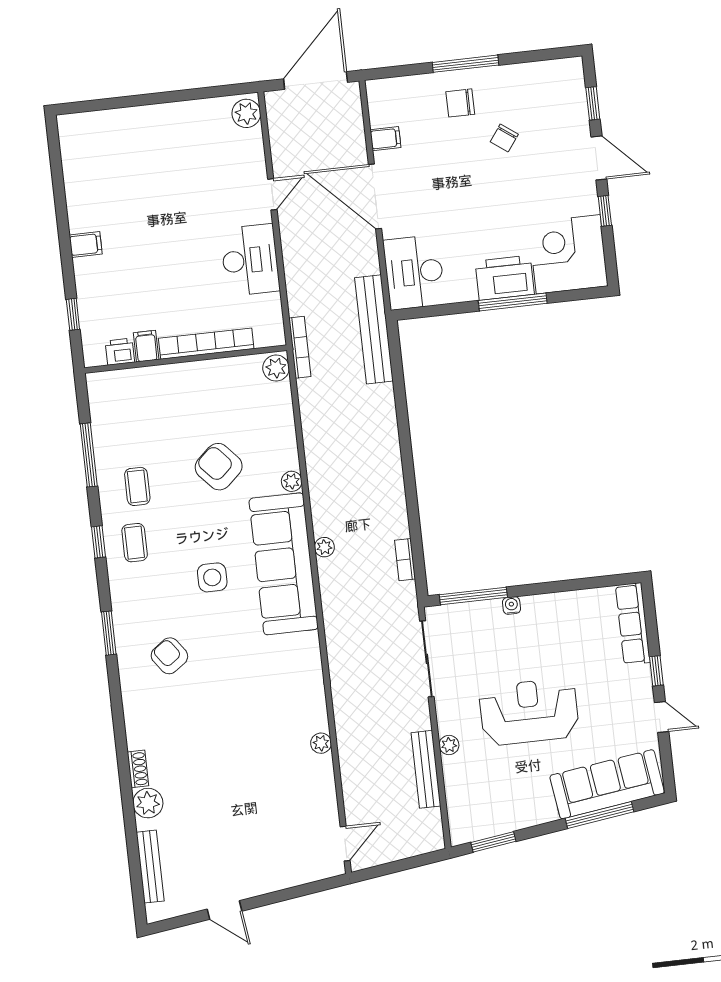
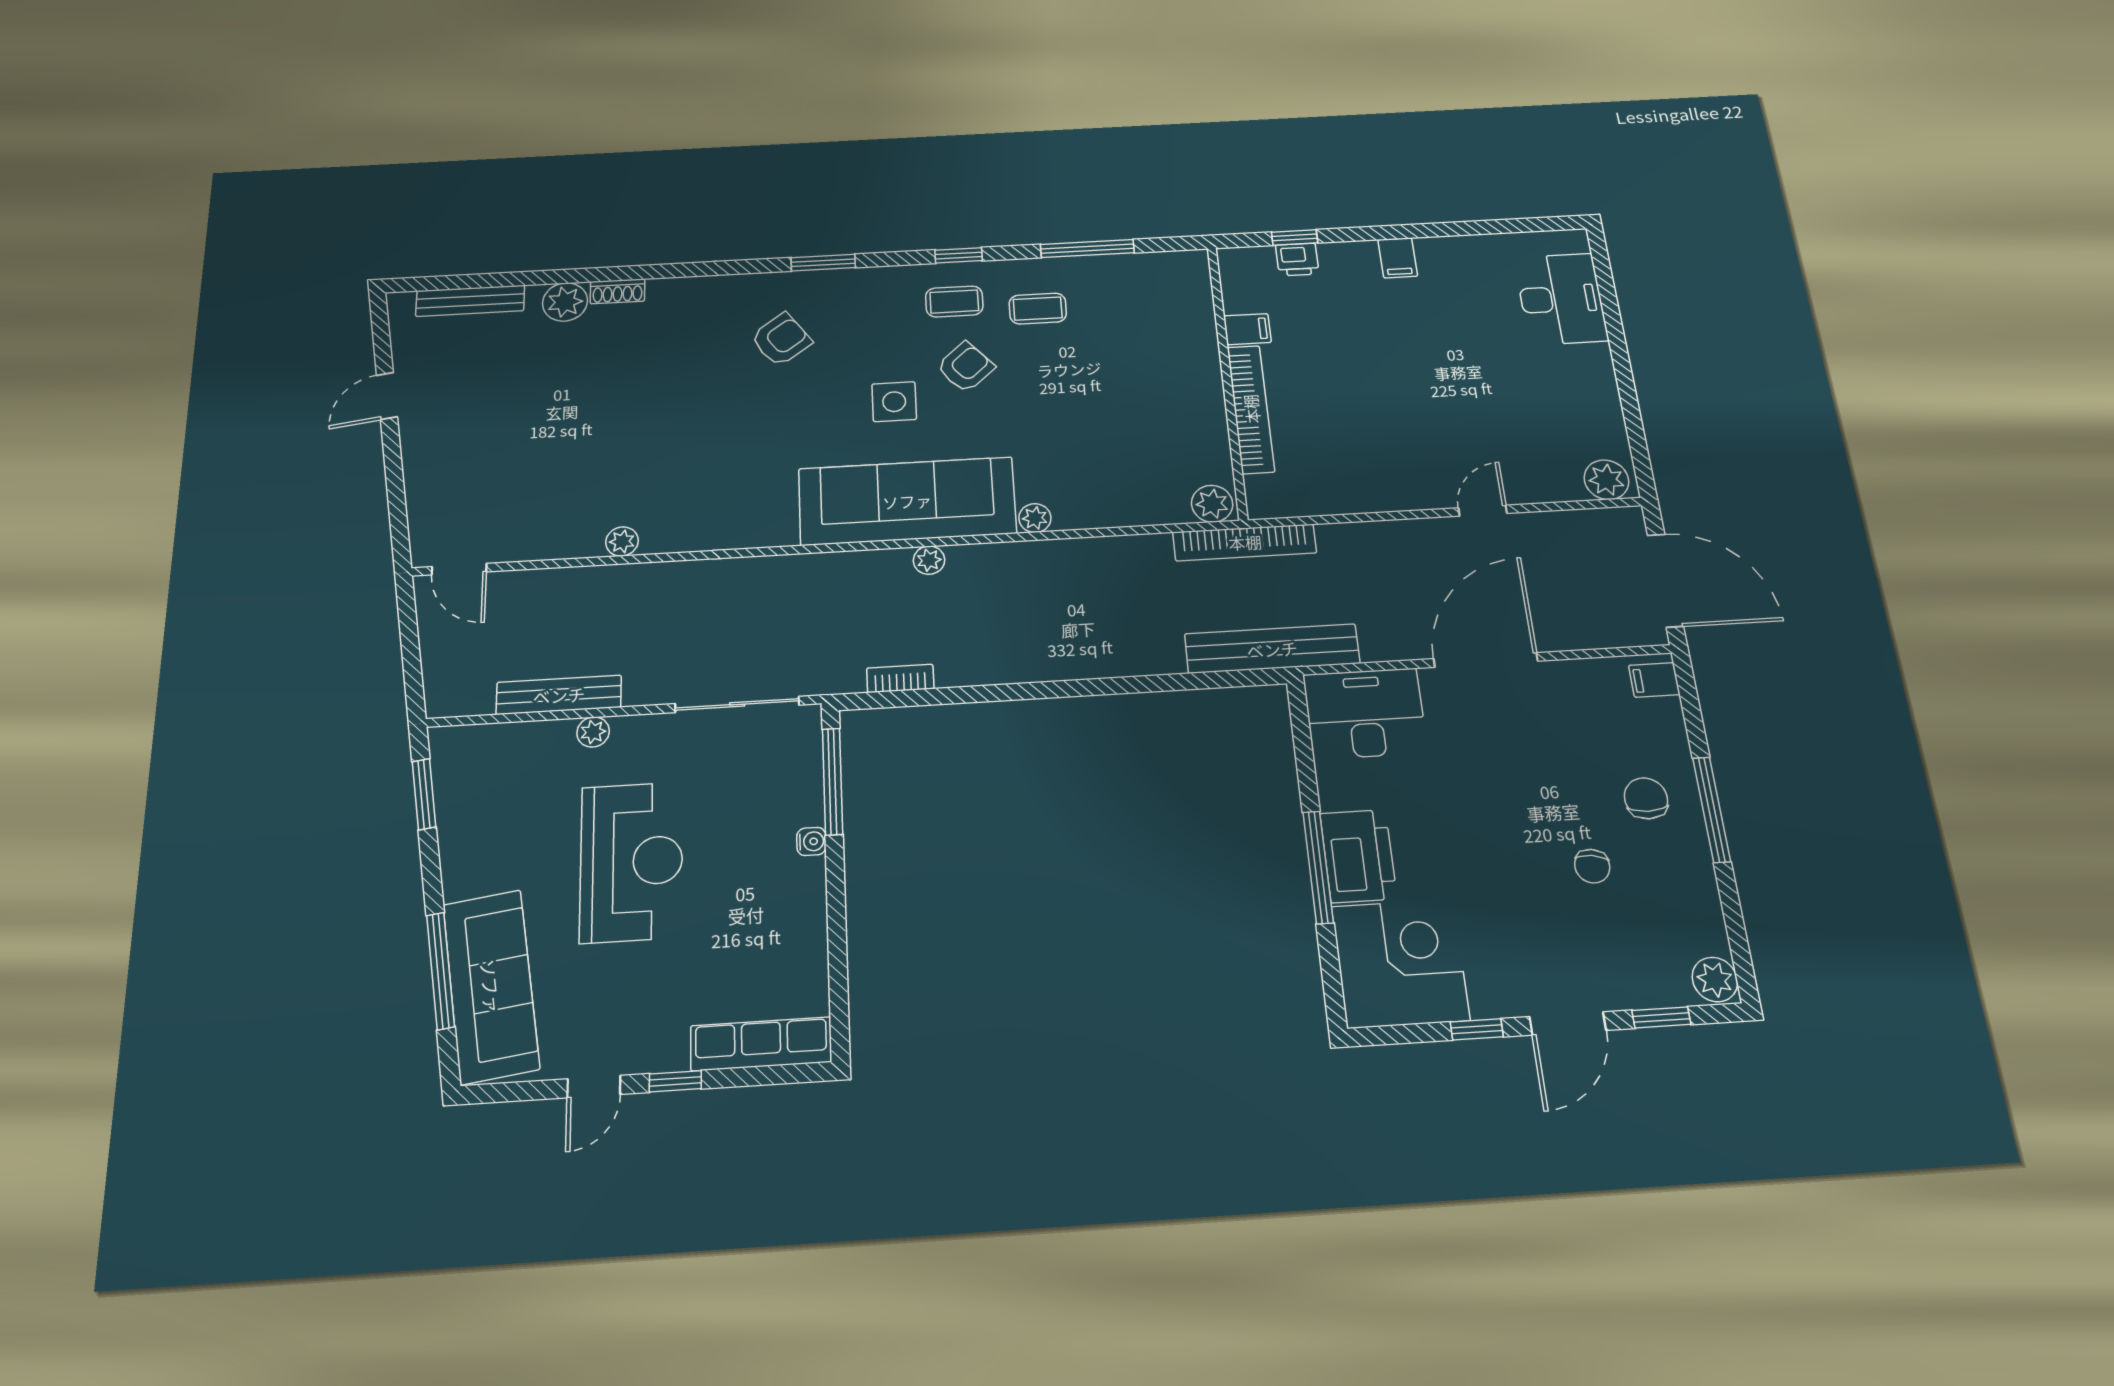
plant: (569, 70) -> (1715, 980), added
chair: (504, 138) -> (1592, 866), turned -118
filing cabinet: (385, 139) -> (1654, 680), moved, turned 90
door: (272, 194) -> (1483, 511), swing flipped
desk: (250, 260) -> (1561, 299), moved, turned -90
bookcase: (300, 347) -> (1245, 542), width x1.48, depth x1.31
printer: (120, 352) -> (1297, 259), moved, turned 90
armchair: (219, 467) -> (965, 367), moved, width x0.72, depth x0.72

